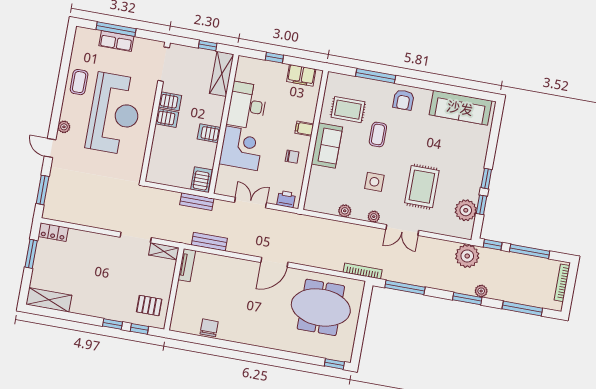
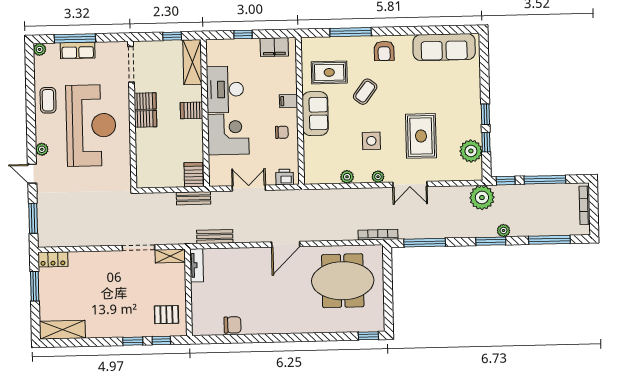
plant: (81, 33) -> (40, 49), added
server rack: (209, 133) -> (192, 110), moved
coffee table: (378, 134) -> (365, 92), turned 37
chair: (209, 328) -> (233, 325), turned 90

